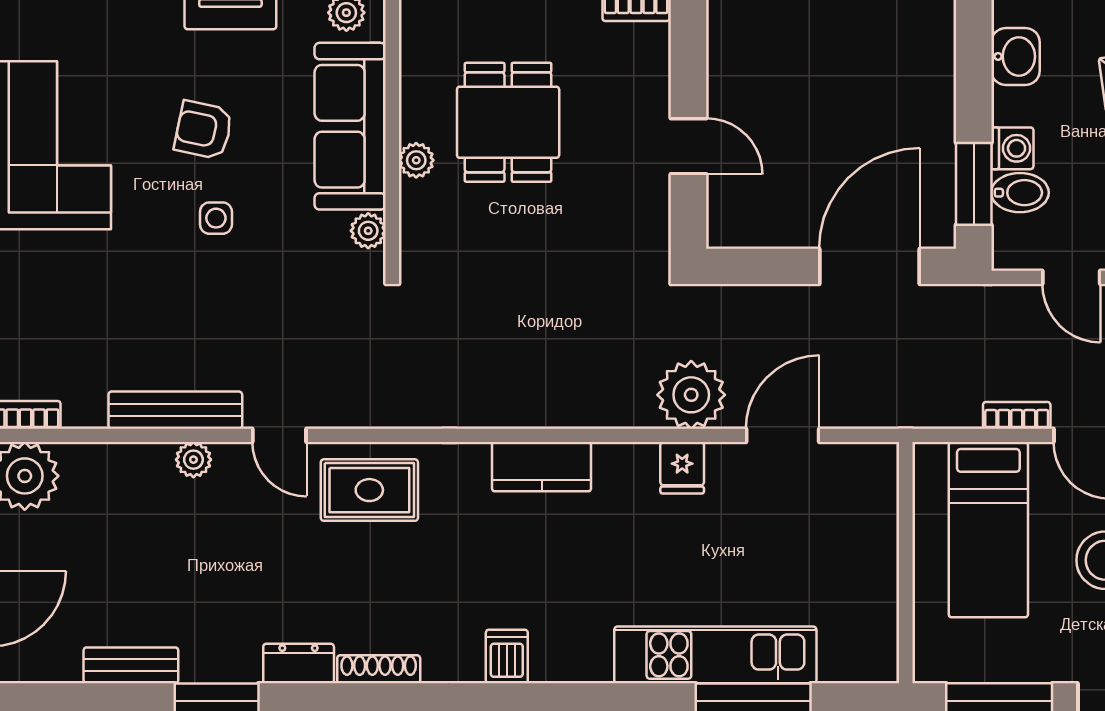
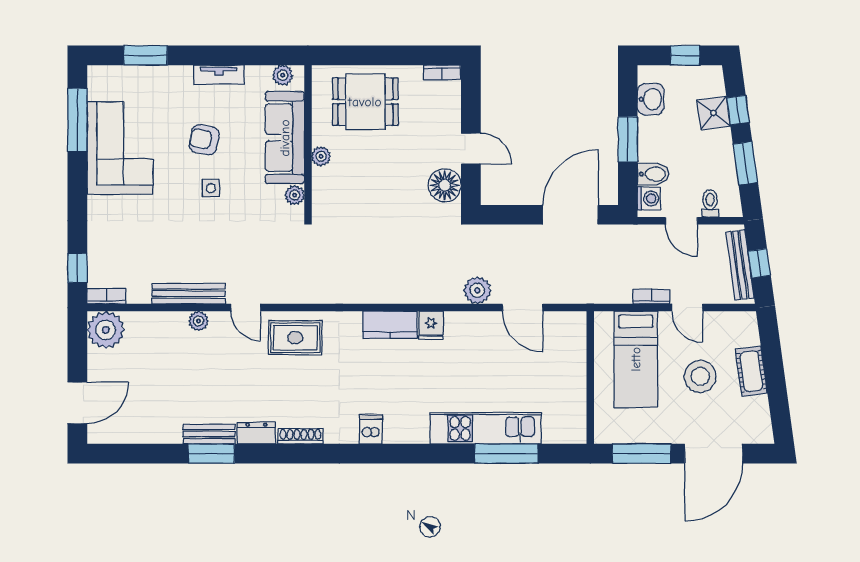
dining table: (508, 122) -> (365, 102), moved, turned 90
washing machine: (1012, 148) -> (649, 198), moved
window: (974, 184) -> (628, 139), moved
floor lamp: (641, 213) -> (445, 185), added
plant: (691, 395) -> (477, 290), width x0.73, depth x0.73
door: (783, 435) -> (523, 308), swing flipped
fridge: (682, 468) -> (431, 325), moved
bench: (131, 665) -> (209, 434), moved

